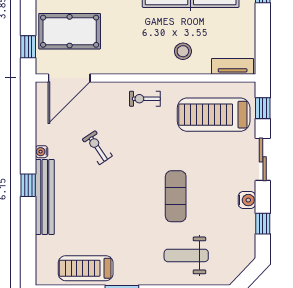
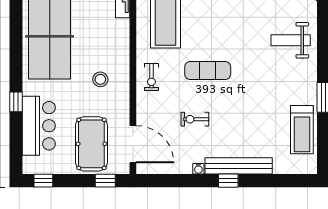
stool: (183, 51) -> (100, 79), moved
exercise bike: (97, 148) -> (195, 119), turned 34
exercise mat: (176, 196) -> (208, 71), moved
weight bench: (186, 255) -> (291, 40), turned 90

